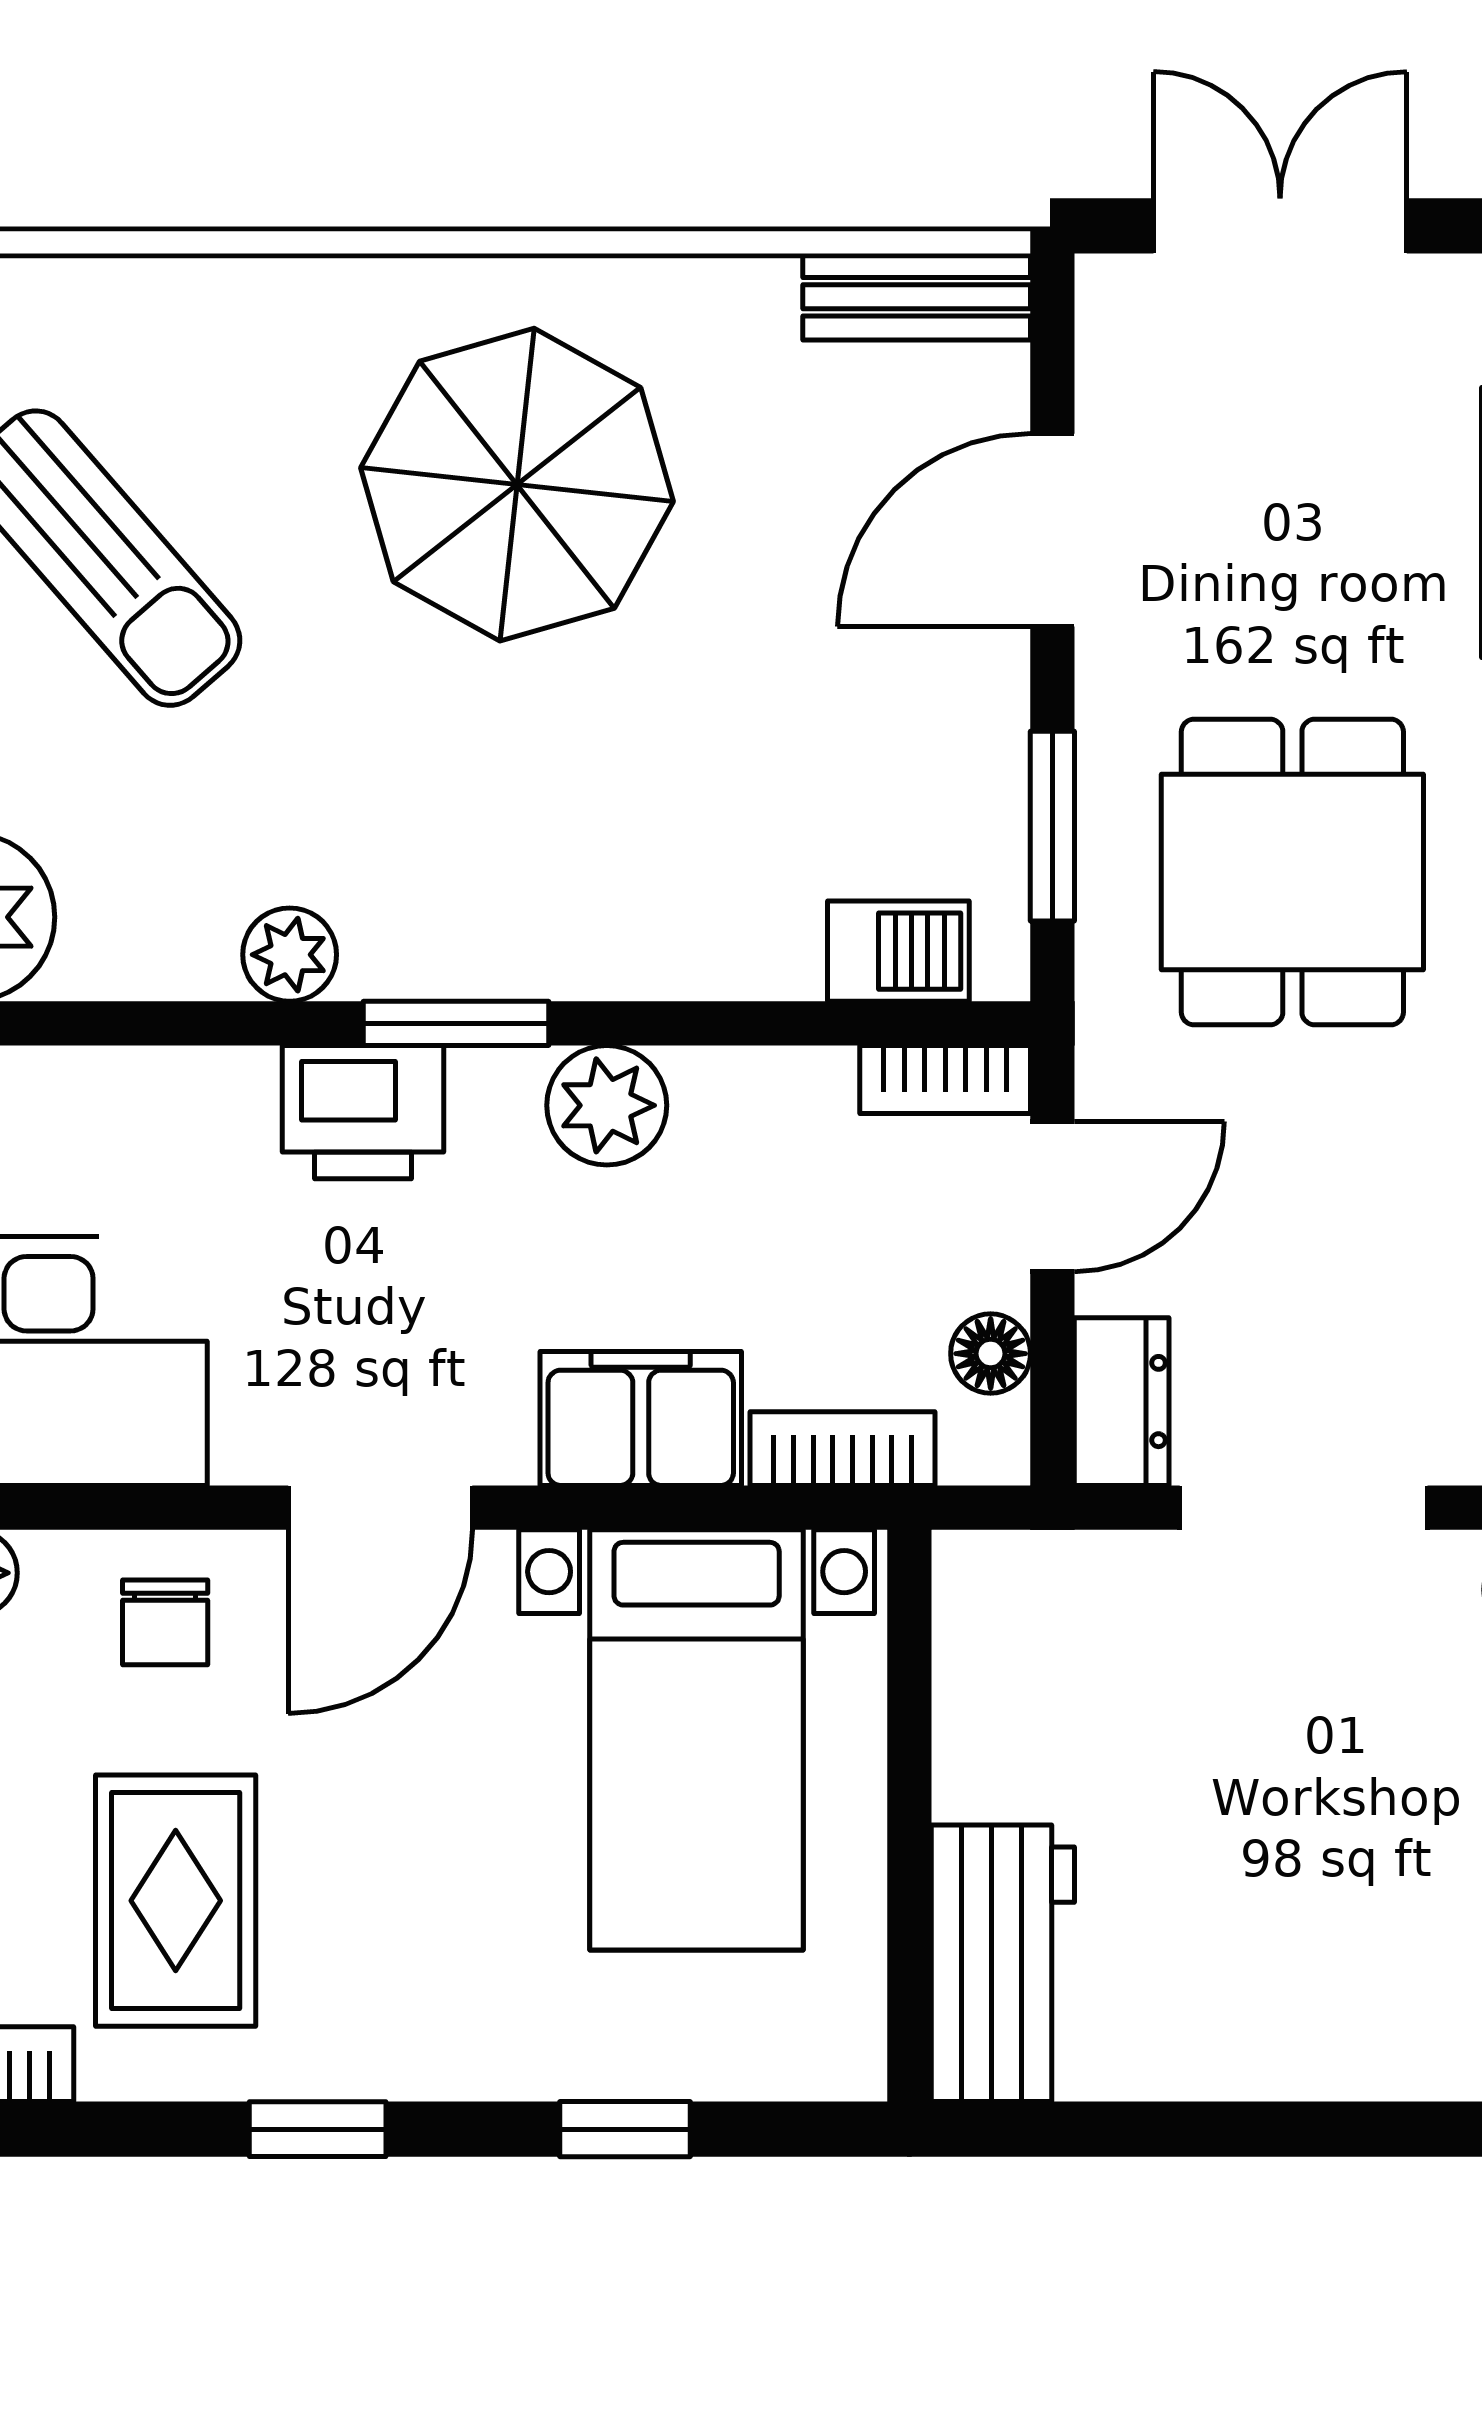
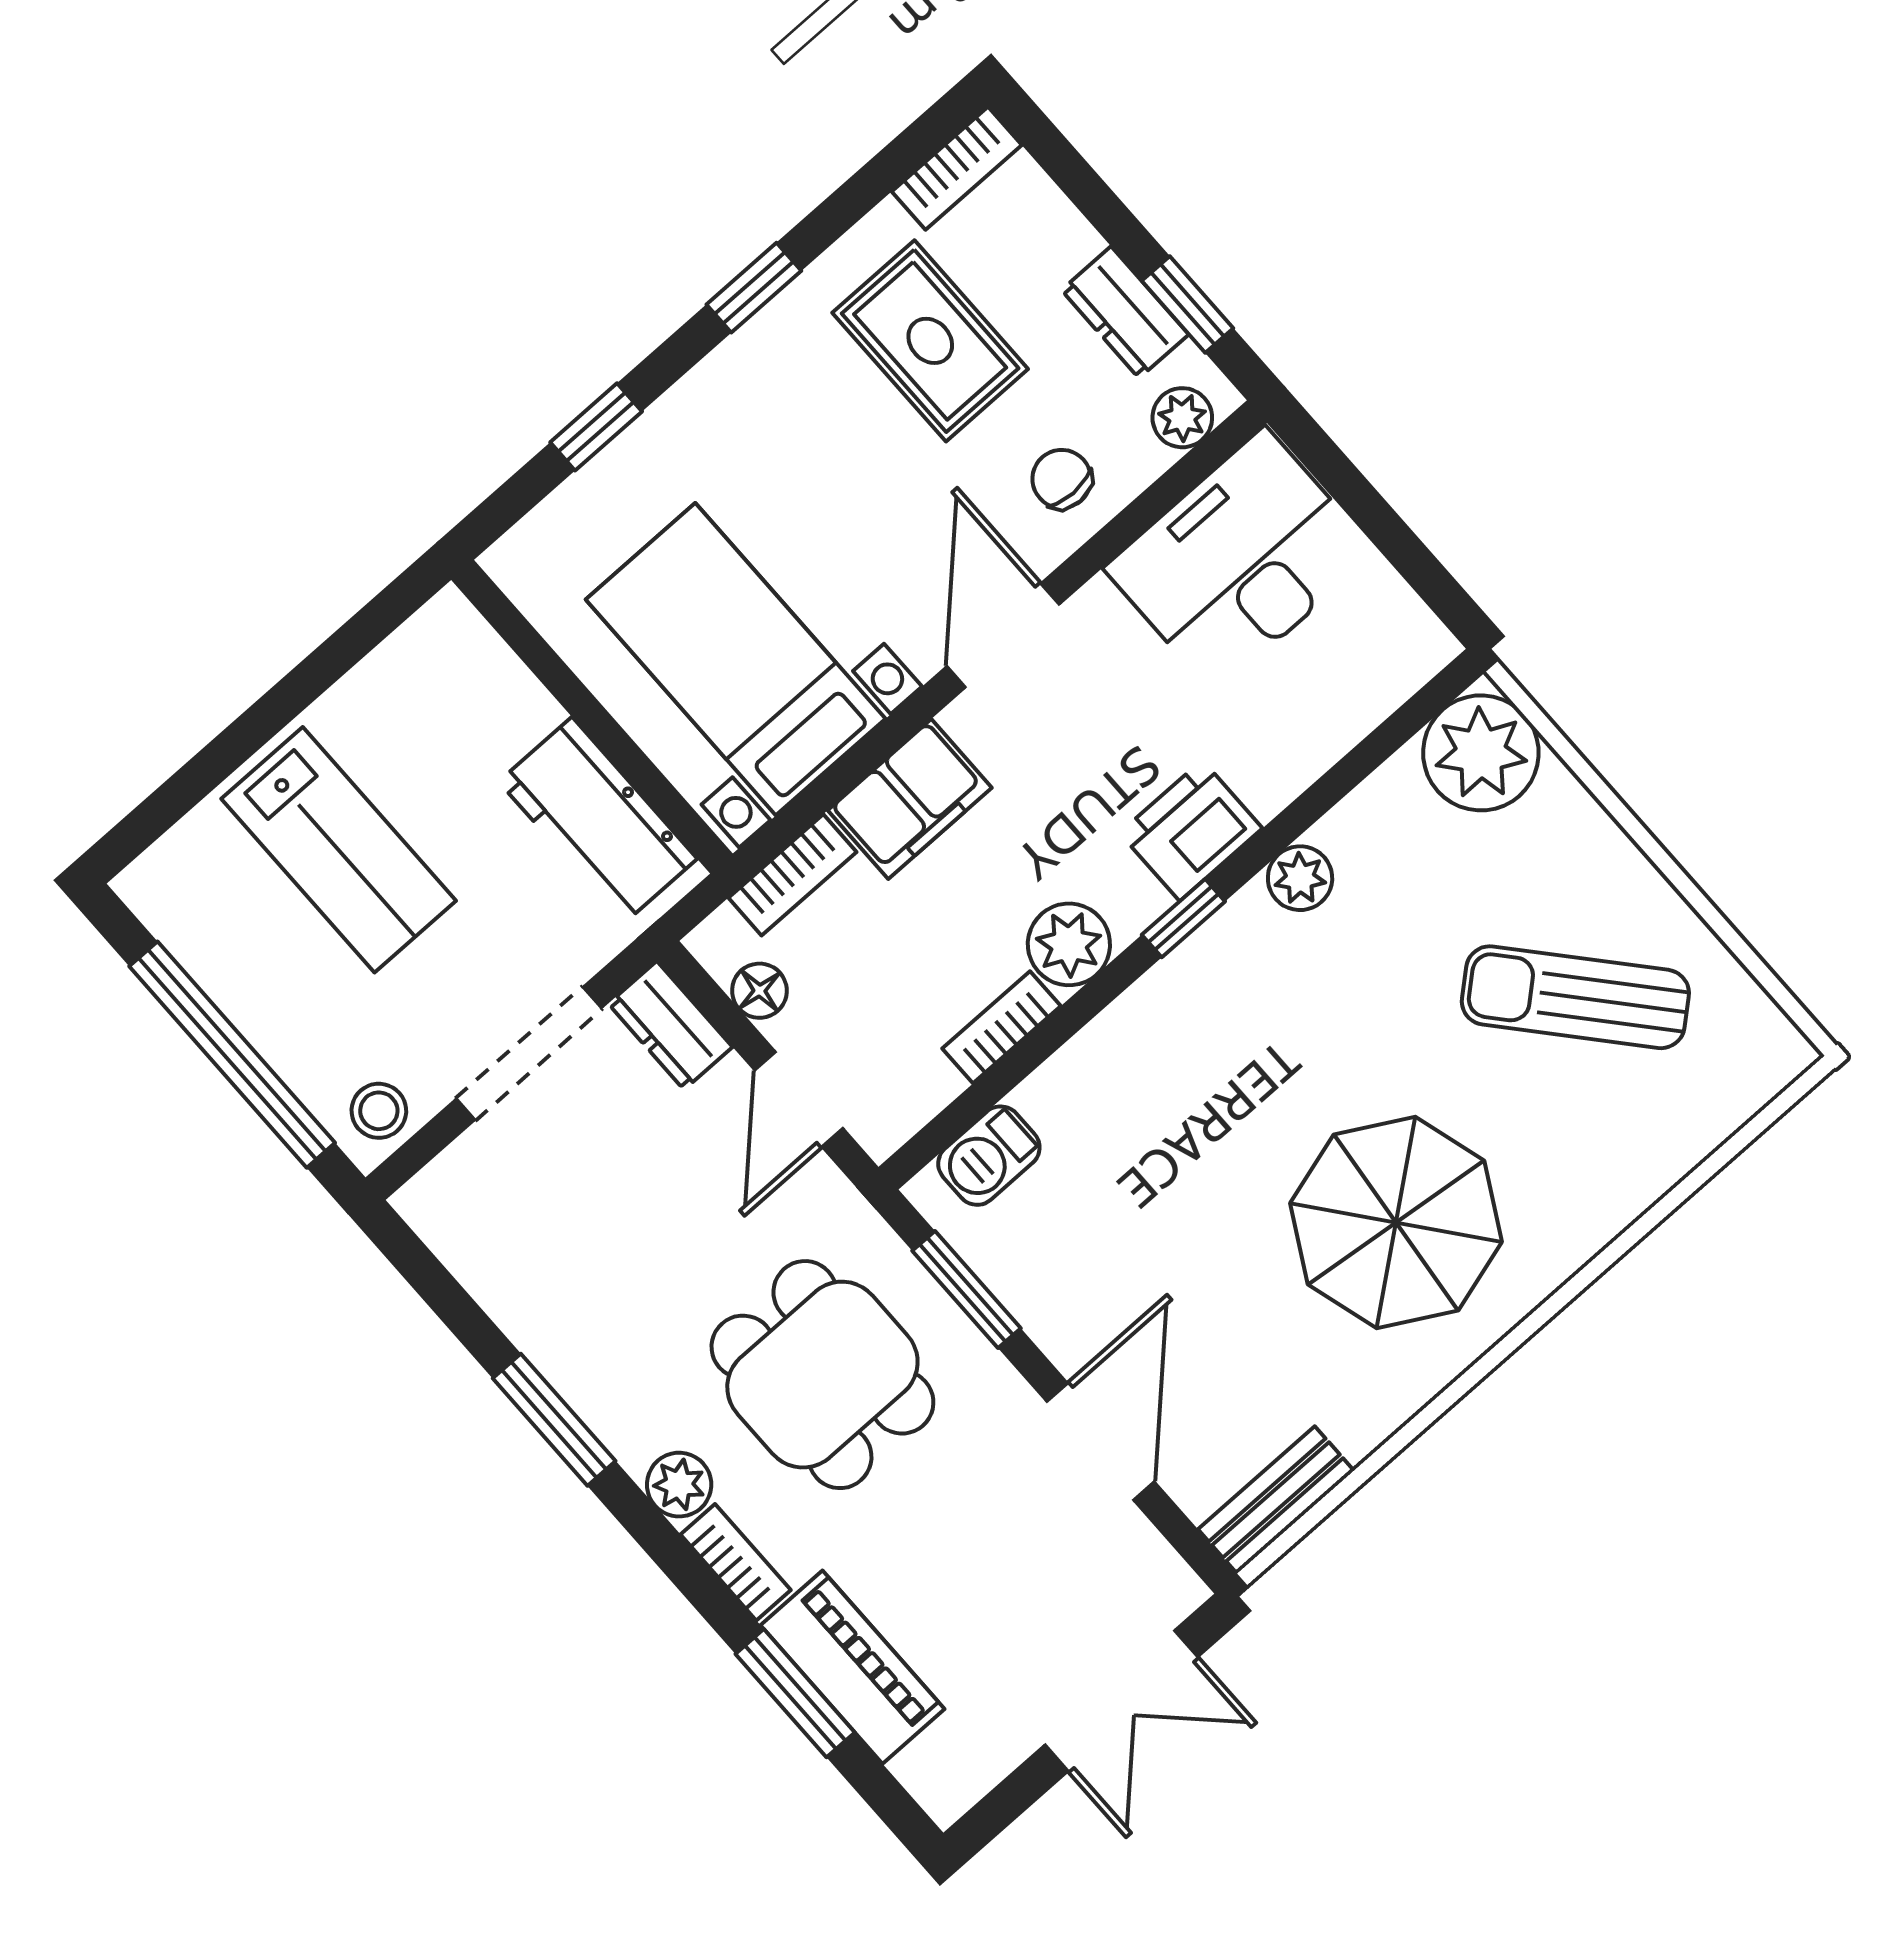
window: (456, 1023) -> (1183, 918), width x0.67
bookcase: (945, 1080) -> (1001, 1027), moved
lab bench: (1316, 1914) -> (339, 850), added
workbench: (1003, 1963) -> (598, 820), moved

